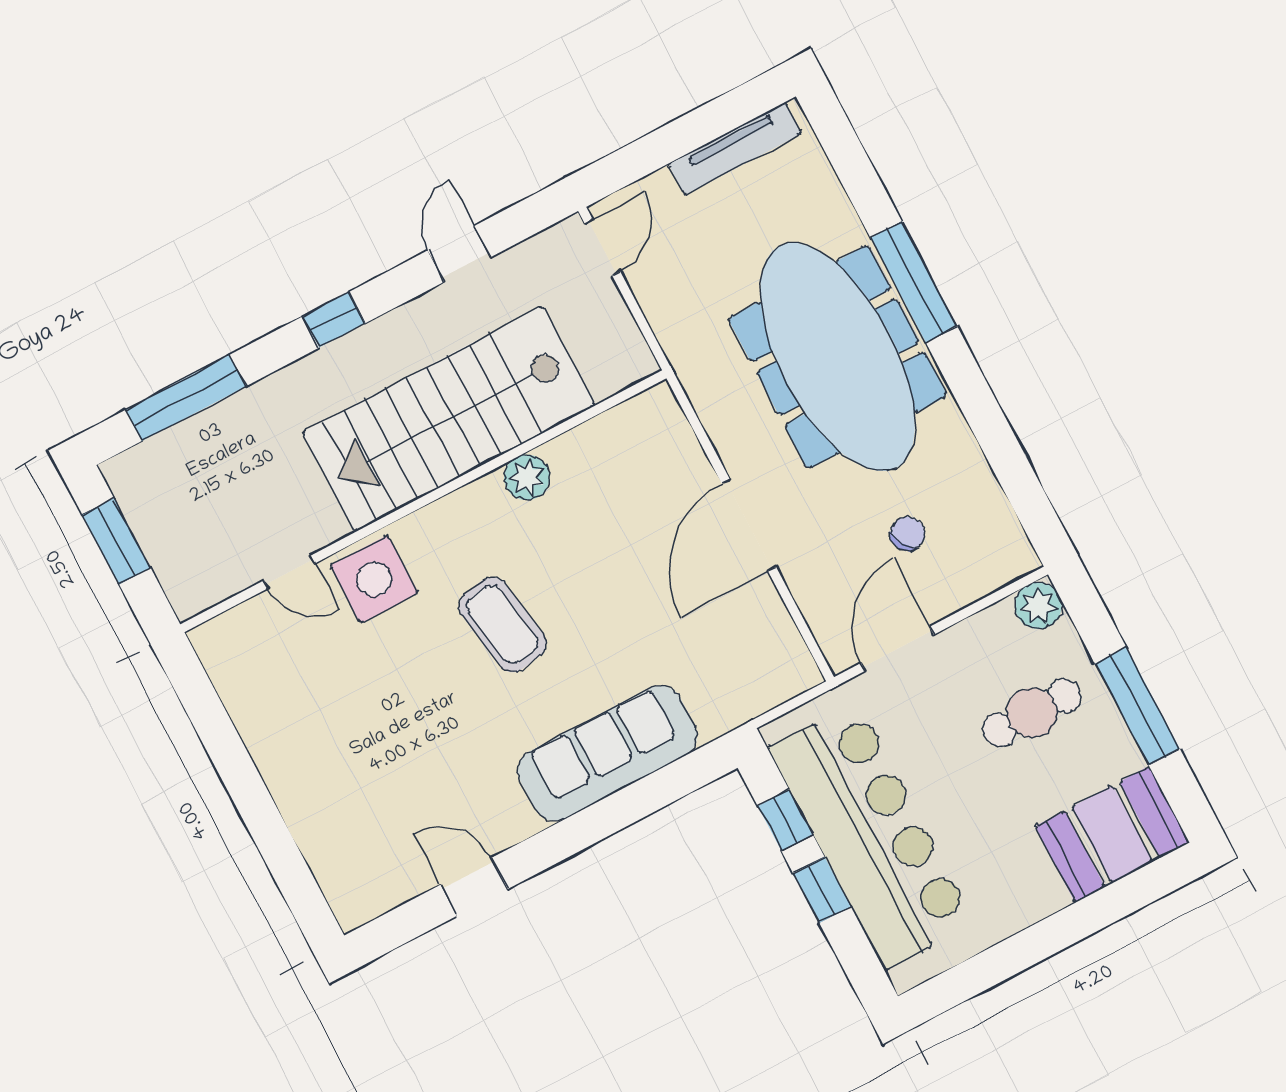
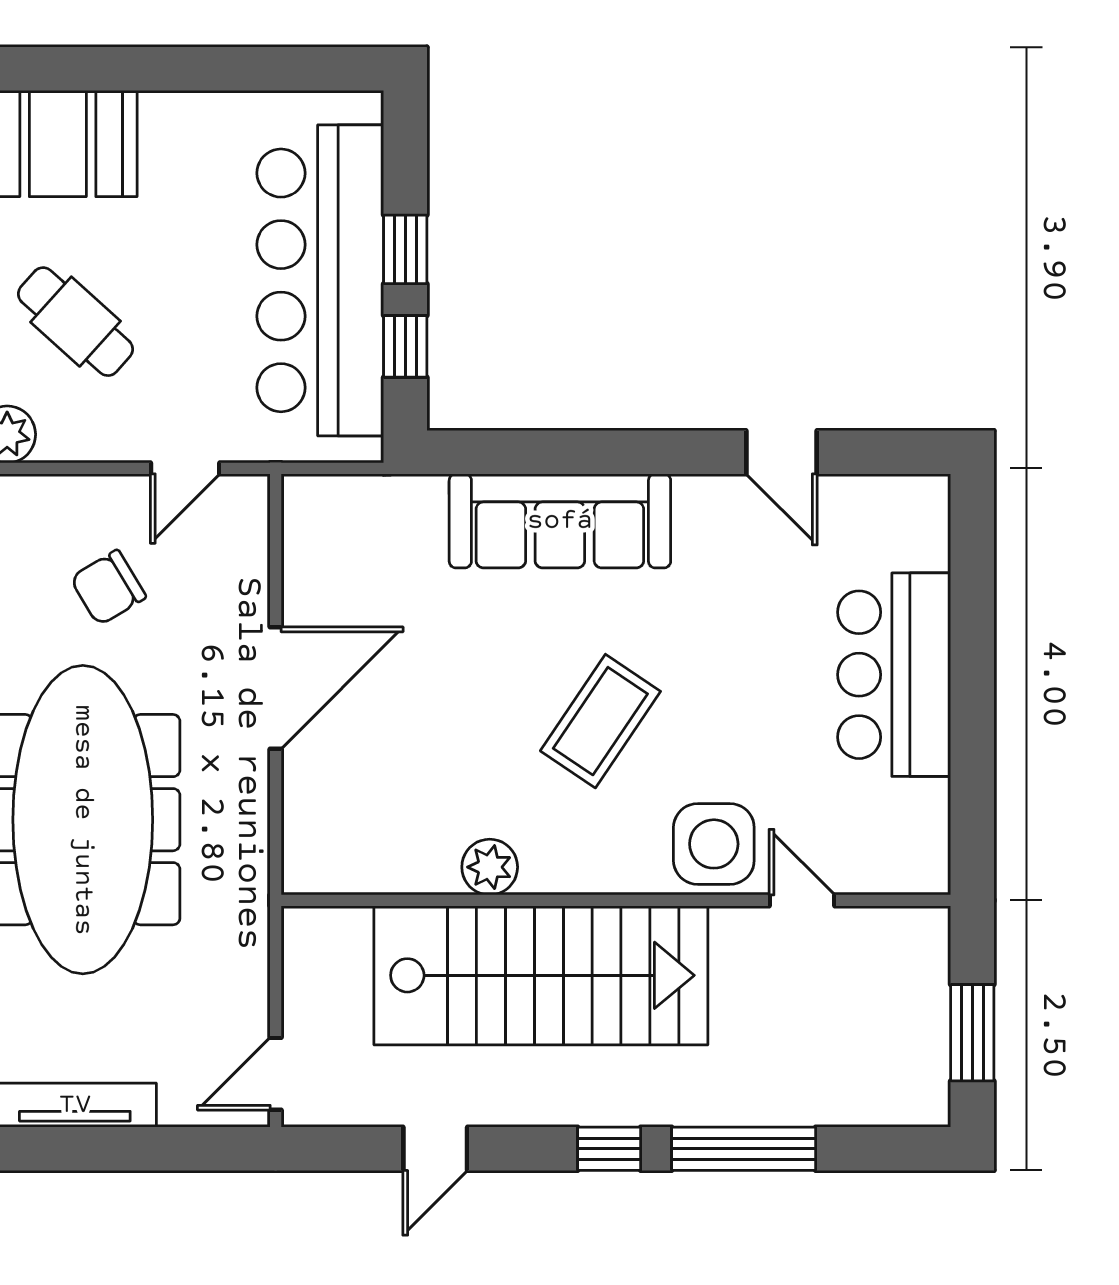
window: (186, 398) -> (744, 1149), moved
chair: (908, 534) -> (108, 588), width x1.37, depth x1.37
coffee table: (502, 625) -> (600, 721), turned 43
door: (897, 649) -> (185, 468), width x0.73
cafe table: (1032, 713) -> (75, 322), turned 42
bar counter: (309, 769) -> (894, 675), added

